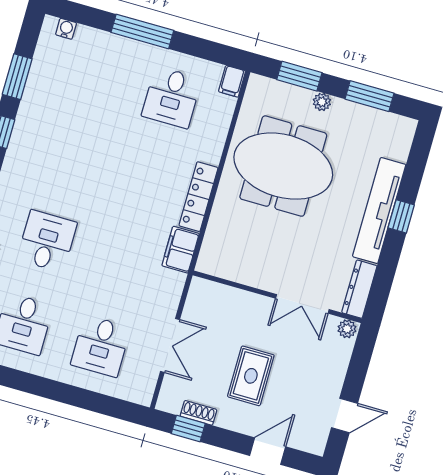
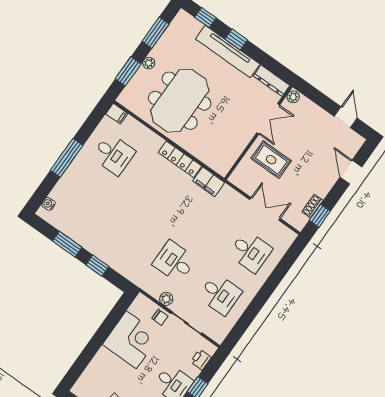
window: (417, 161) -> (205, 18), added
rug: (251, 376) -> (271, 160), moved

